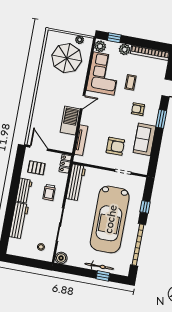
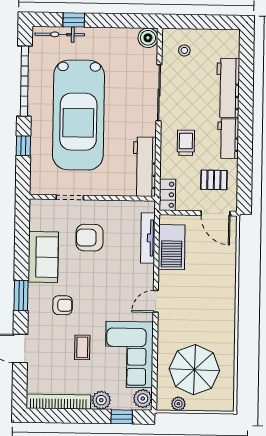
barbecue: (70, 121) -> (172, 247), moved
car: (110, 219) -> (78, 115), turned 180
bicycle: (99, 266) -> (60, 34), moved

